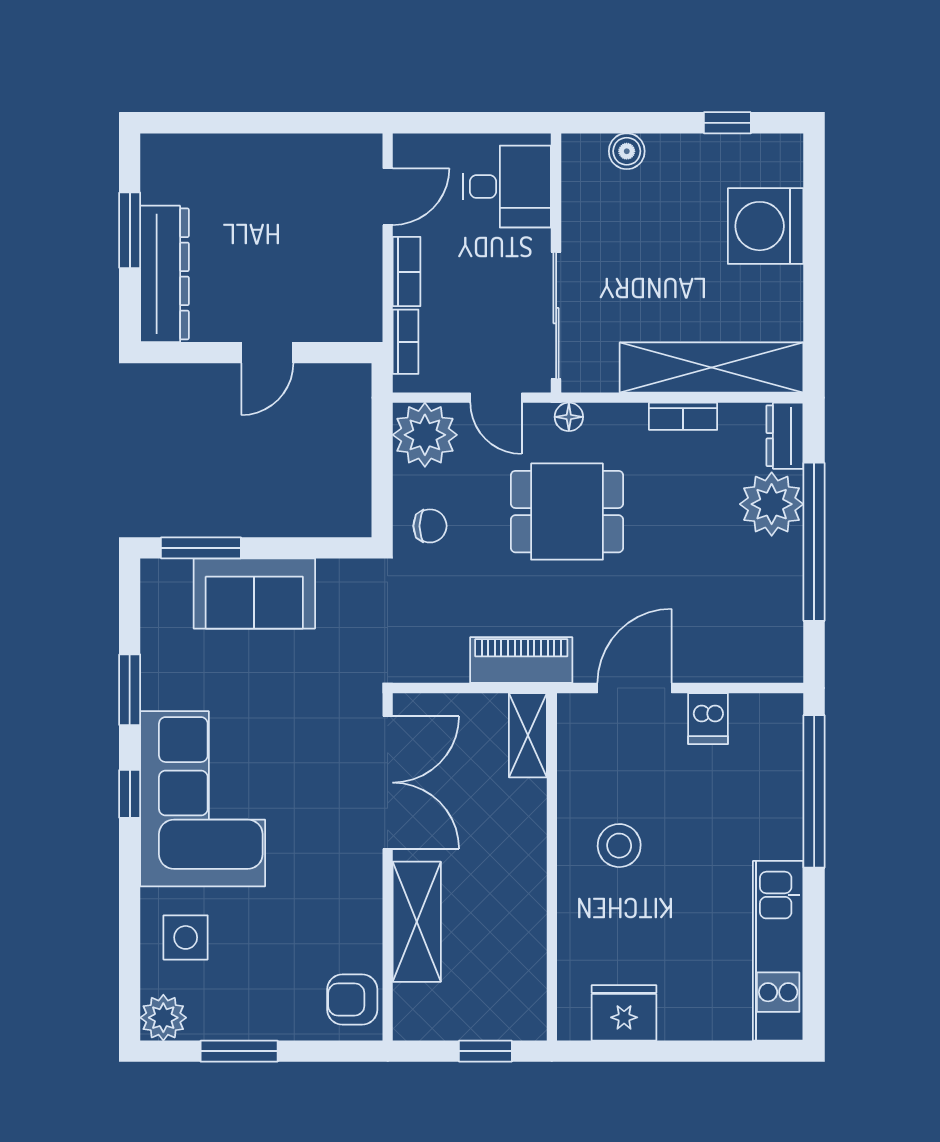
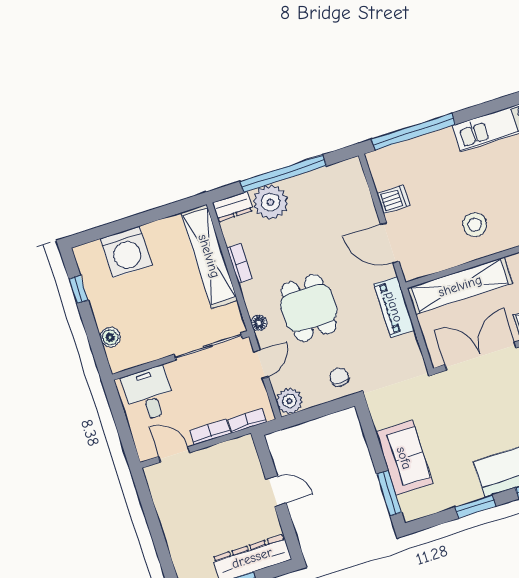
plant: (425, 435) -> (289, 401), width x0.73, depth x0.73
shelving: (528, 735) -> (460, 286), width x2.20, depth x1.33

